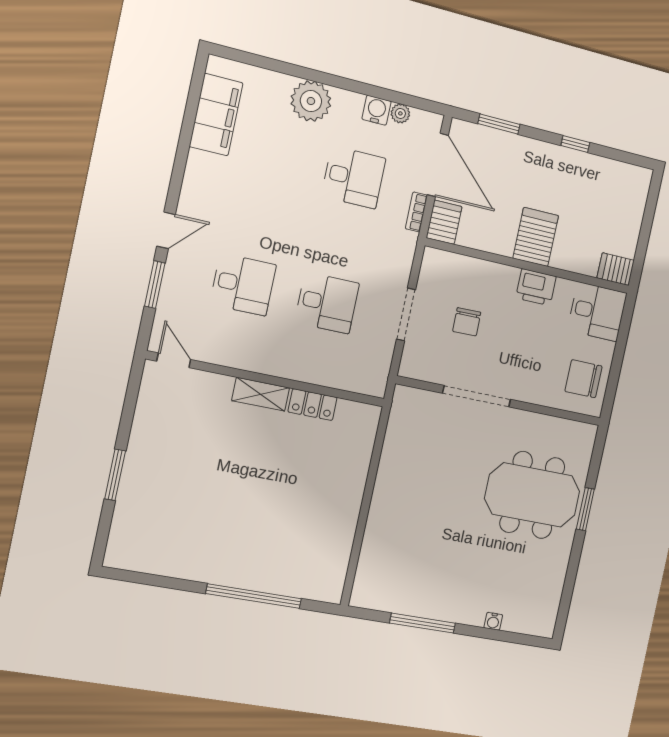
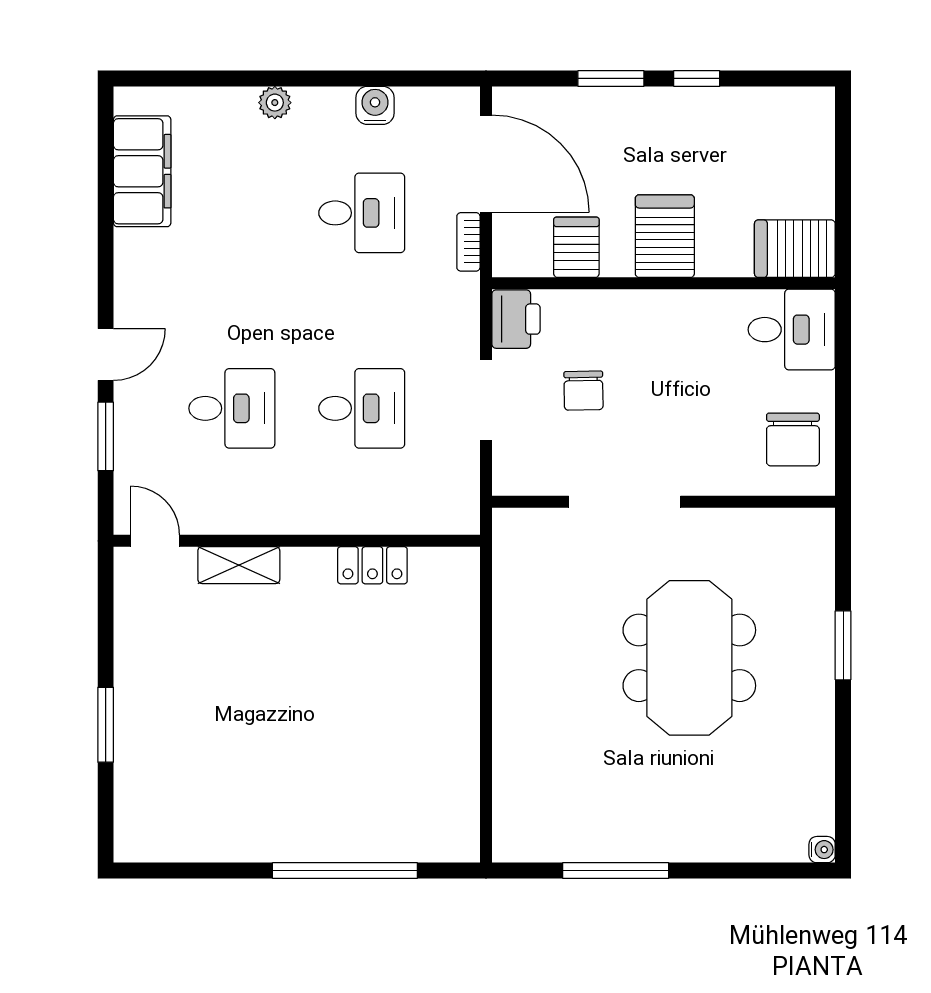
plant: (311, 101) -> (275, 103), width x0.53, depth x0.53
plant: (400, 113) -> (412, 101), removed
window: (499, 124) -> (611, 78), moved
server rack: (444, 222) -> (576, 247), moved
server rack: (616, 269) -> (795, 249), width x1.36, depth x1.44
printer: (536, 287) -> (516, 319), moved, turned -90
chair: (584, 379) -> (793, 439), turned -90
shelving: (261, 394) -> (239, 565), moved
meeting table: (532, 495) -> (689, 658), moved, turned 90
water cooler: (493, 621) -> (822, 850), moved, turned -90

